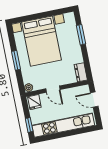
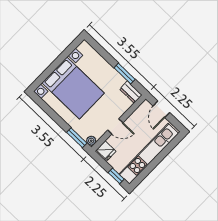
window: (81, 35) -> (125, 74), moved
window: (16, 60) -> (77, 138), moved
door: (94, 100) -> (161, 109), hinge flipped

